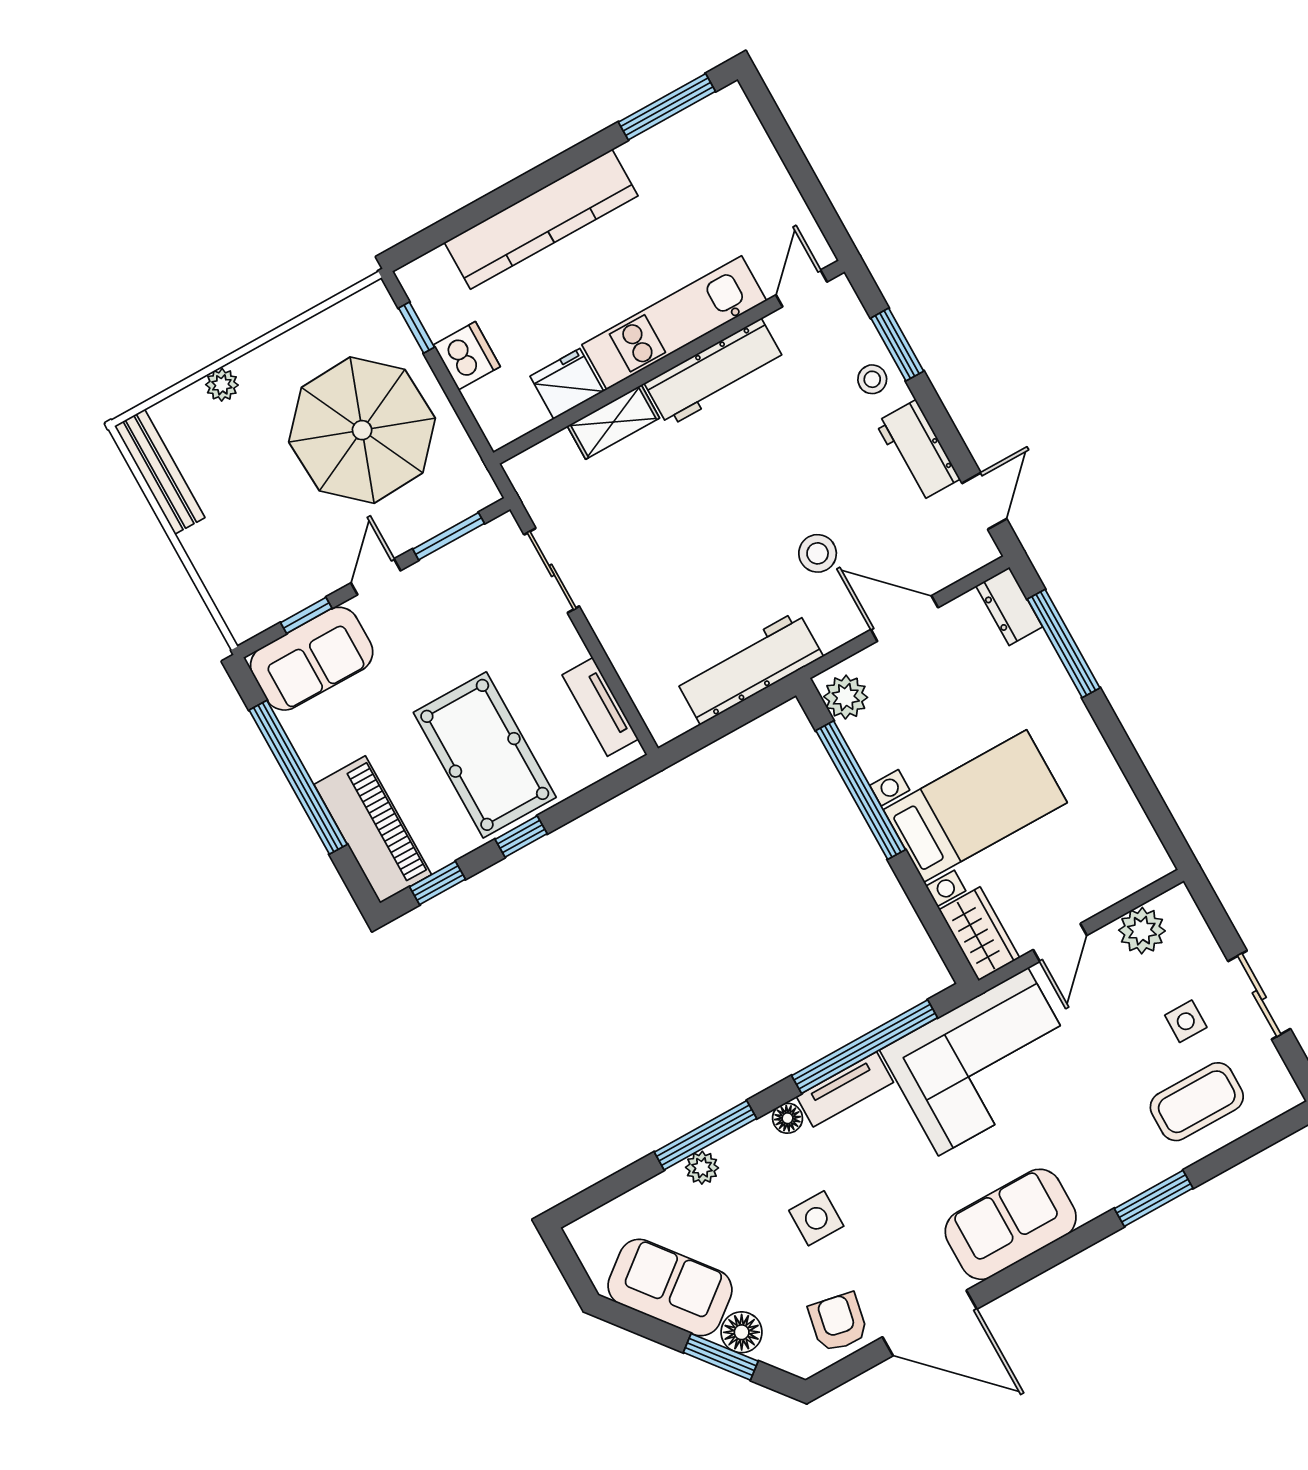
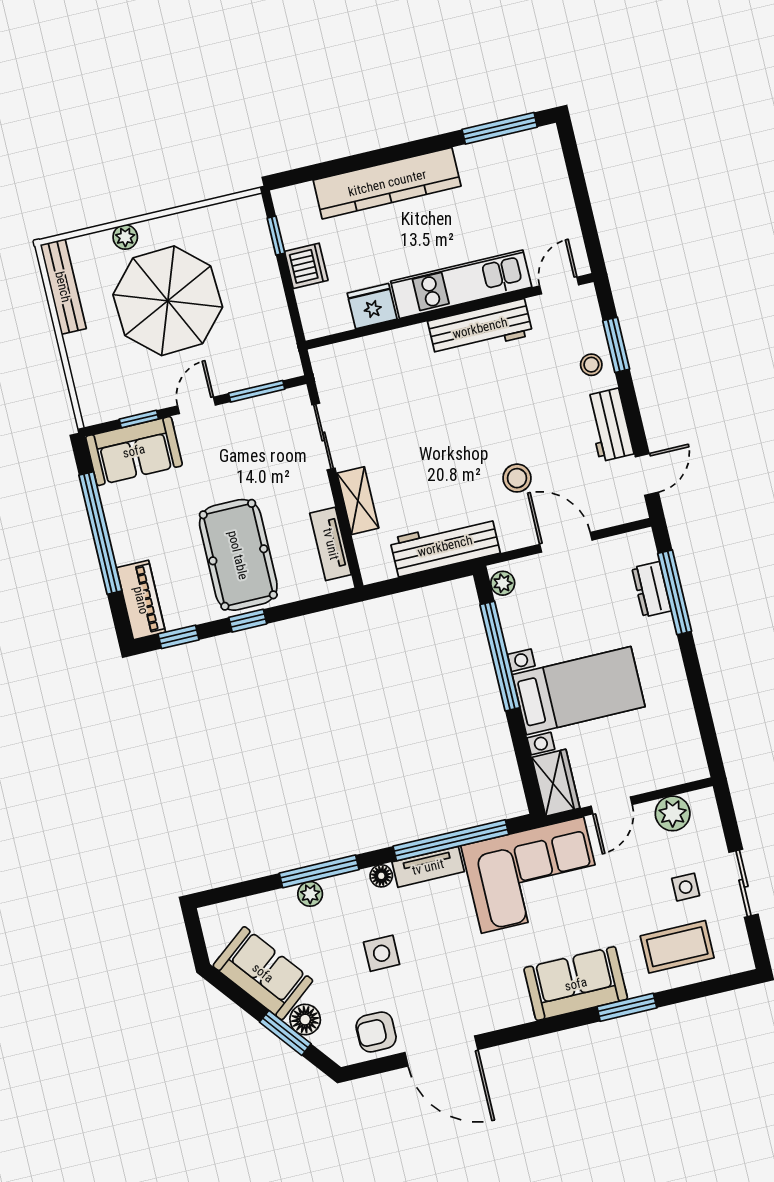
shelving: (613, 422) -> (358, 501), moved, turned 90
parasol: (362, 430) -> (168, 301), moved
dresser: (1009, 606) -> (651, 589), moved
plant: (846, 697) -> (503, 583), width x0.73, depth x0.73
piano: (373, 830) -> (141, 600), width x0.73, depth x0.75
sofa: (1011, 1224) -> (576, 984), moved
armchair: (838, 1322) -> (376, 1032), turned -101

